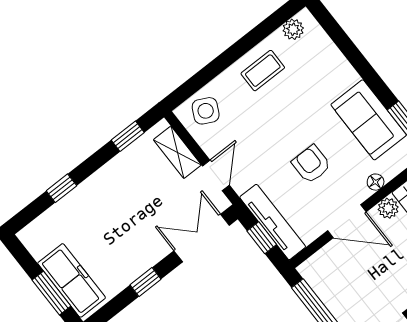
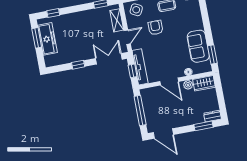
armchair: (311, 164) -> (155, 28), moved
window: (61, 188) -> (53, 13), moved
freezer: (72, 280) -> (48, 39), moved
window: (51, 293) -> (37, 38), moved

